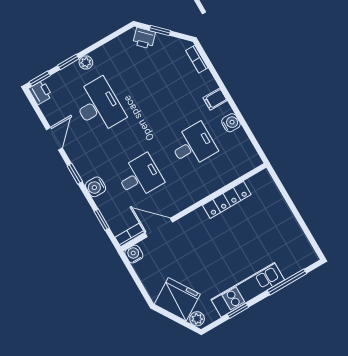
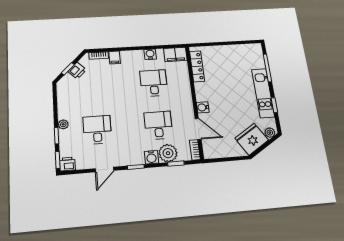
printer: (144, 38) -> (77, 71), moved
filing cabinet: (215, 99) -> (115, 57), moved
desk: (99, 106) -> (97, 130), width x0.73
door: (54, 139) -> (105, 169), swing flipped
filing cabinet: (247, 155) -> (175, 54), added
locker: (227, 200) -> (197, 66), moved
plant: (110, 204) -> (168, 153), added
door: (159, 227) -> (198, 129), swing flipped
water cooler: (134, 254) -> (203, 107), moved

